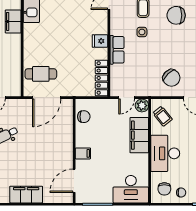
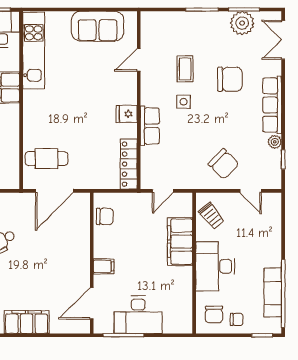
chair: (176, 15) -> (230, 79), turned 180
plant: (142, 106) -> (184, 201), removed
desk: (131, 189) -> (138, 315), moved

